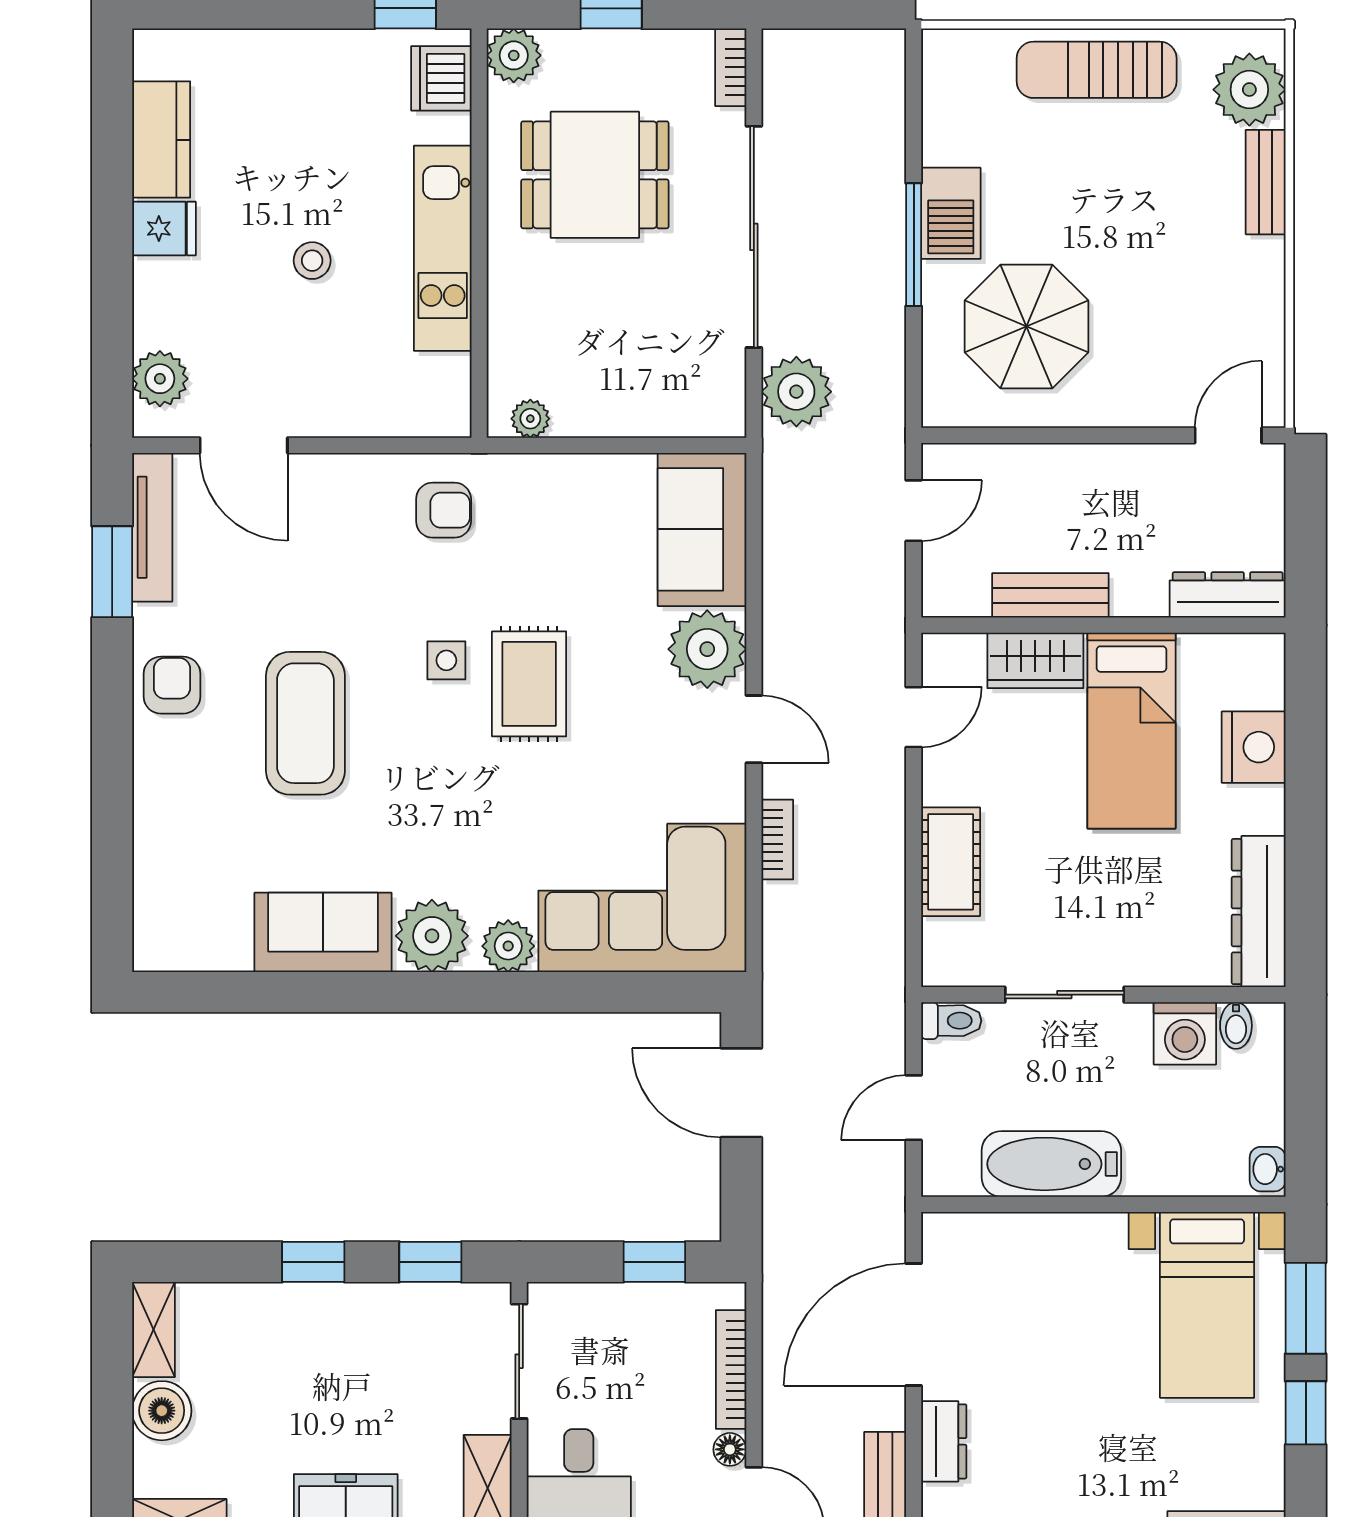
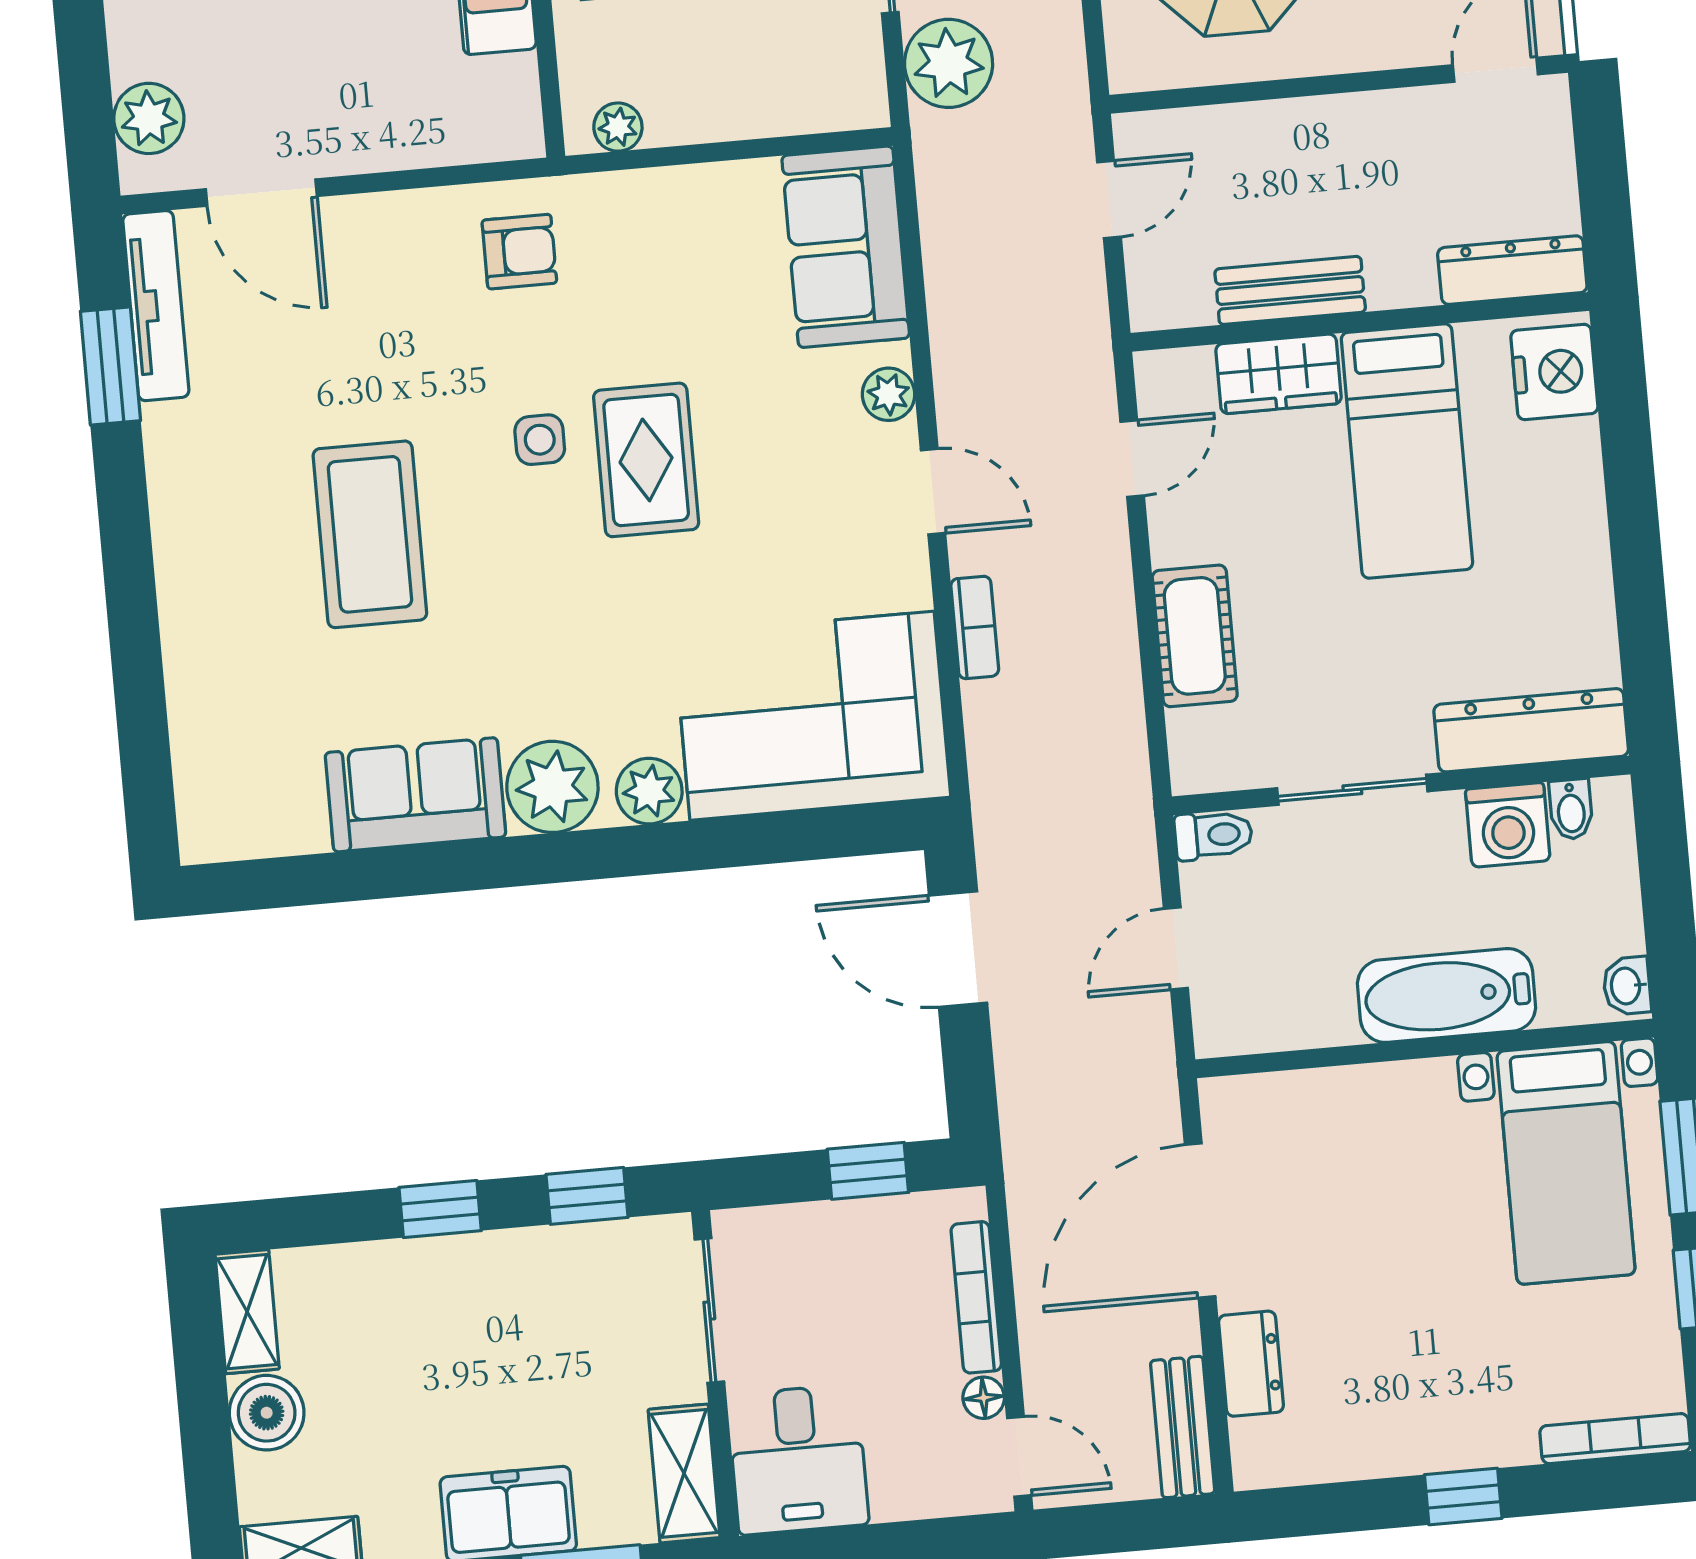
plant: (707, 649) -> (889, 394), width x0.53, depth x0.53
armchair: (172, 685) -> (198, 501), removed
nightstand: (1254, 747) -> (1554, 372), moved
dresser: (1259, 912) -> (1531, 730), moved, turned 90
bathtub: (1051, 1164) -> (1446, 995), moved

